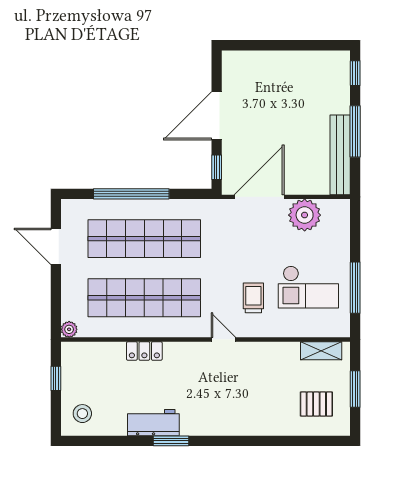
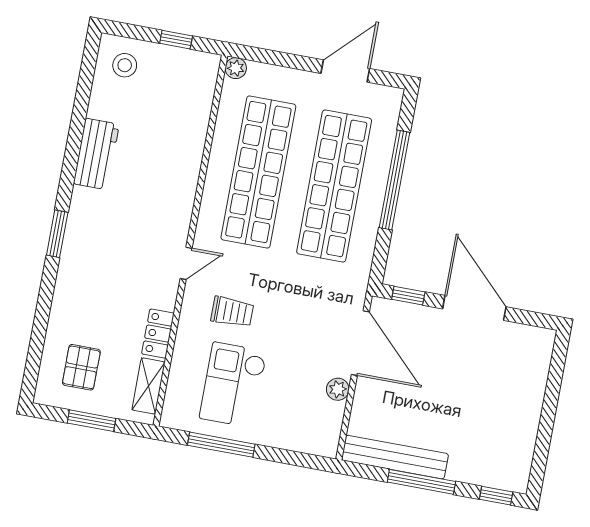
plant: (305, 215) -> (338, 389), width x0.53, depth x0.53
locker: (144, 351) -> (158, 334), moved
window: (171, 441) -> (57, 234), moved

